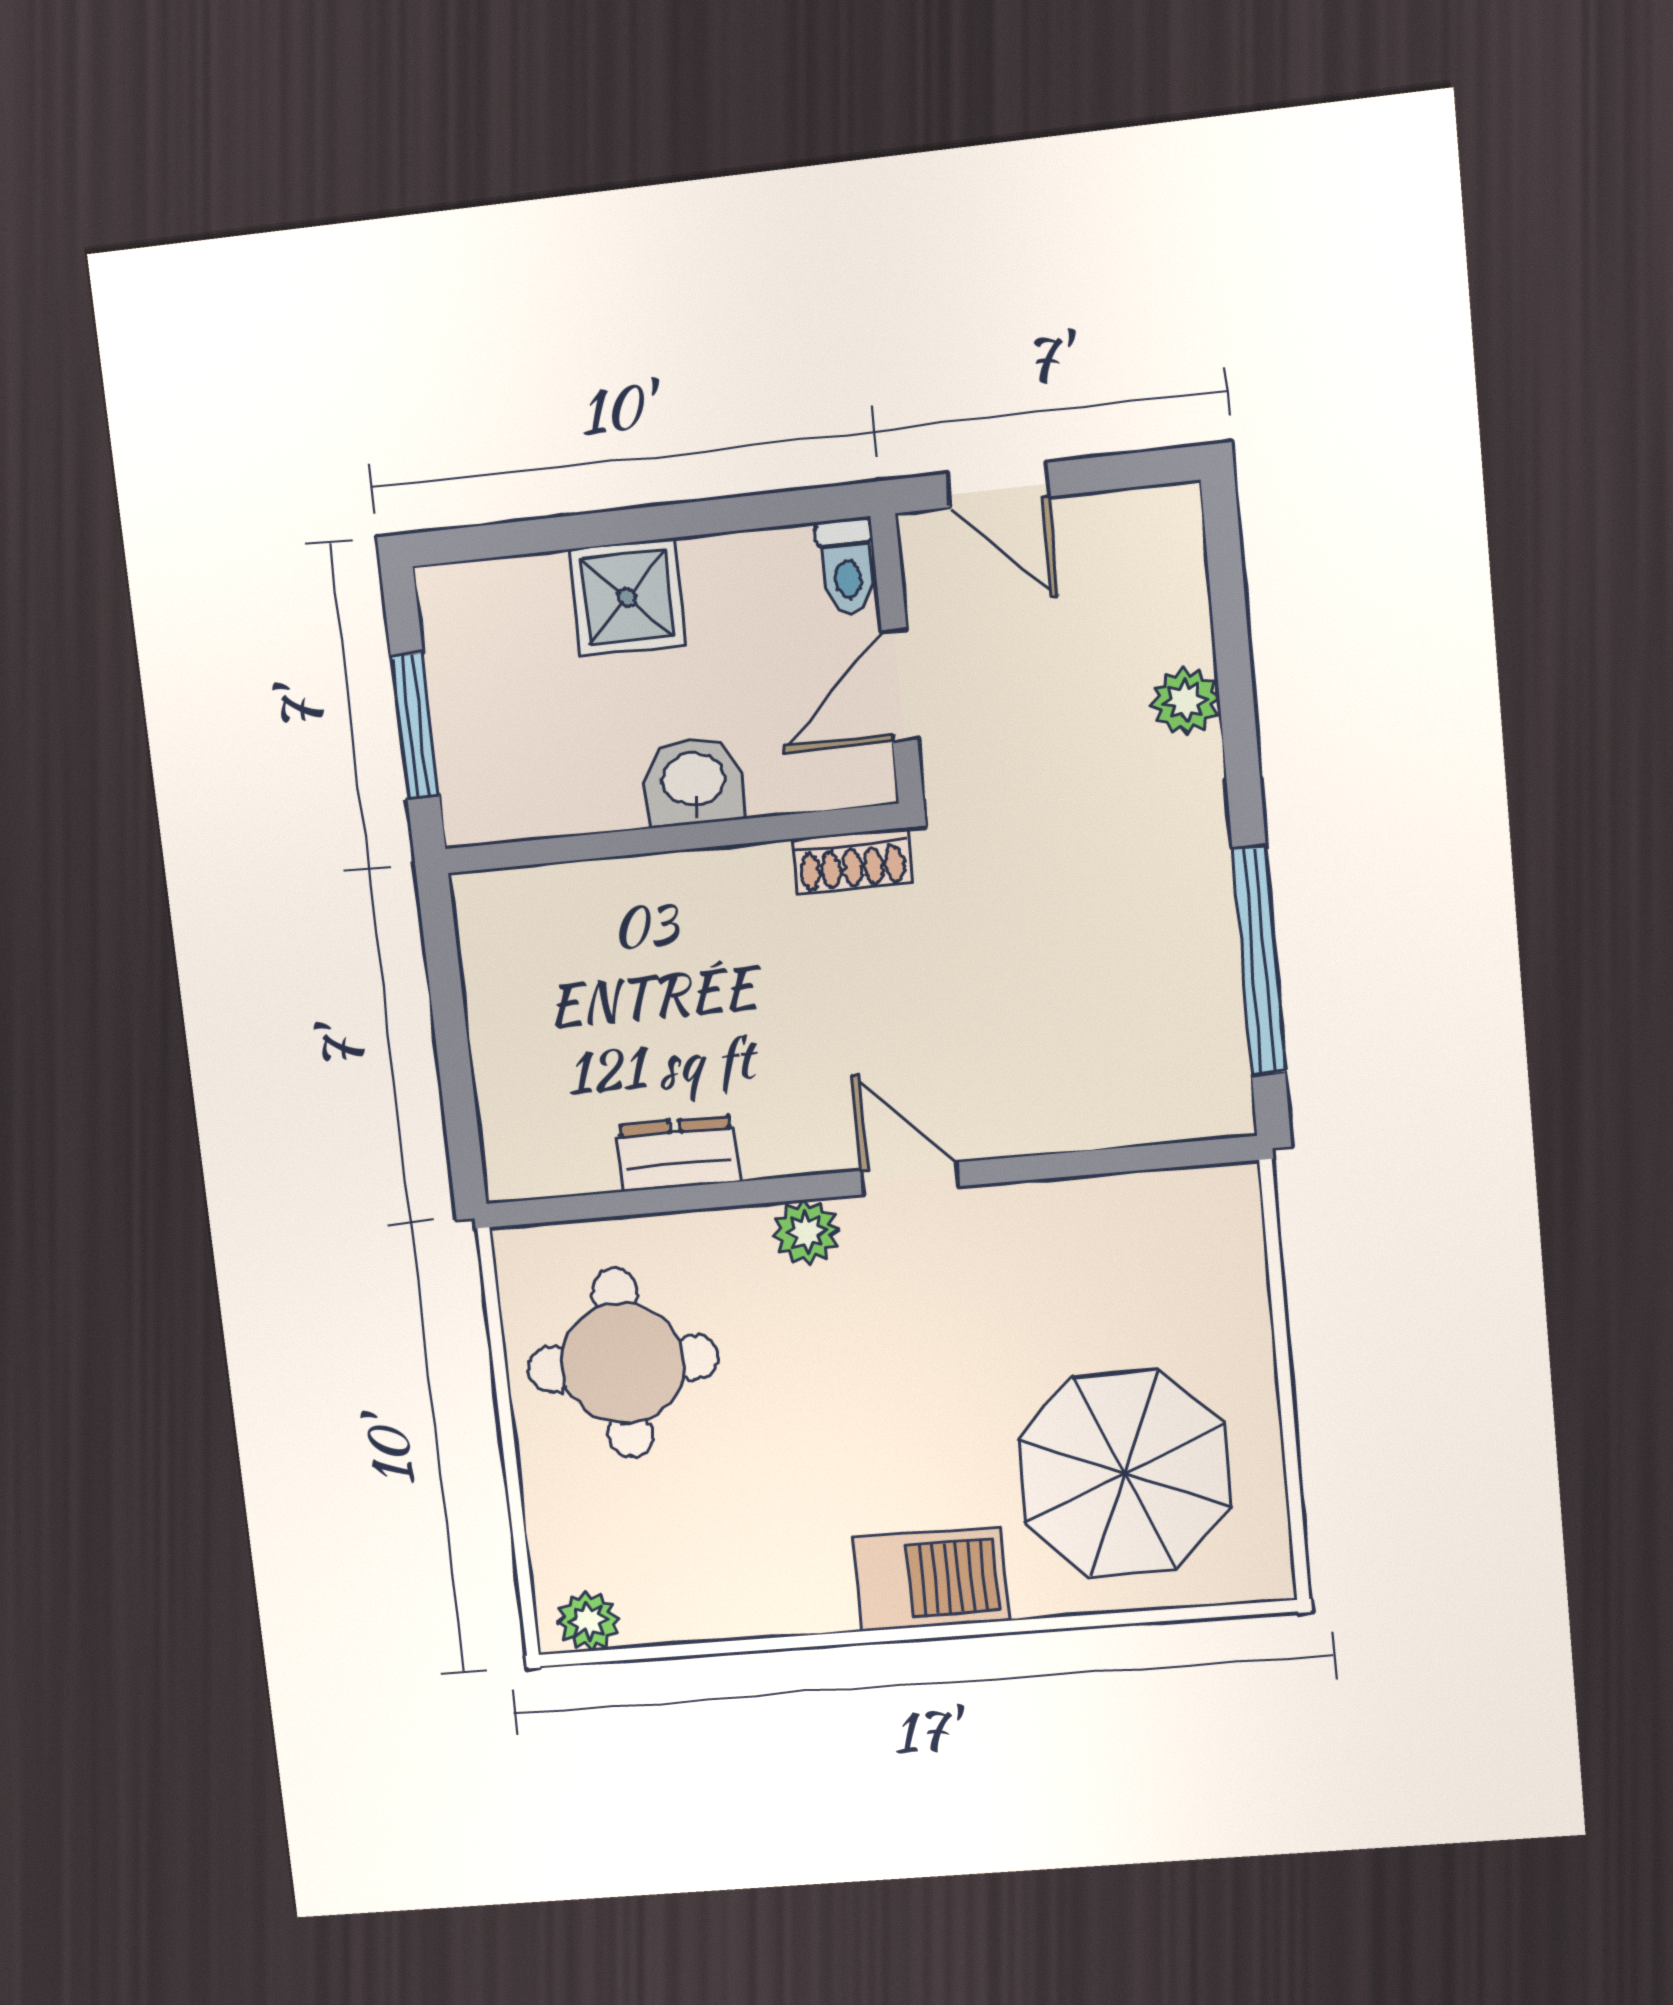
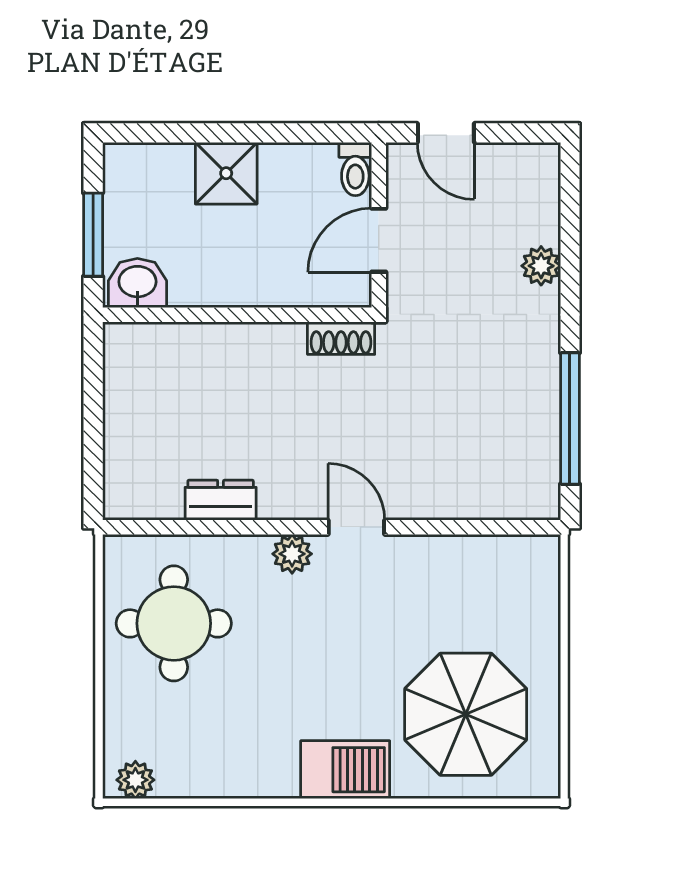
washbasin: (694, 782) -> (137, 283), moved

